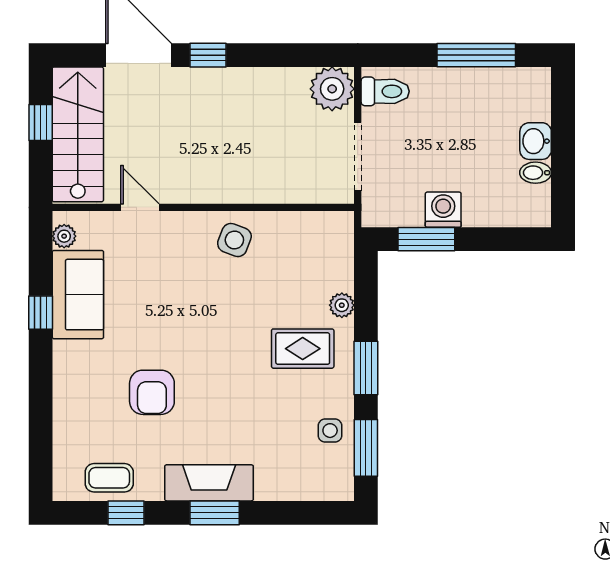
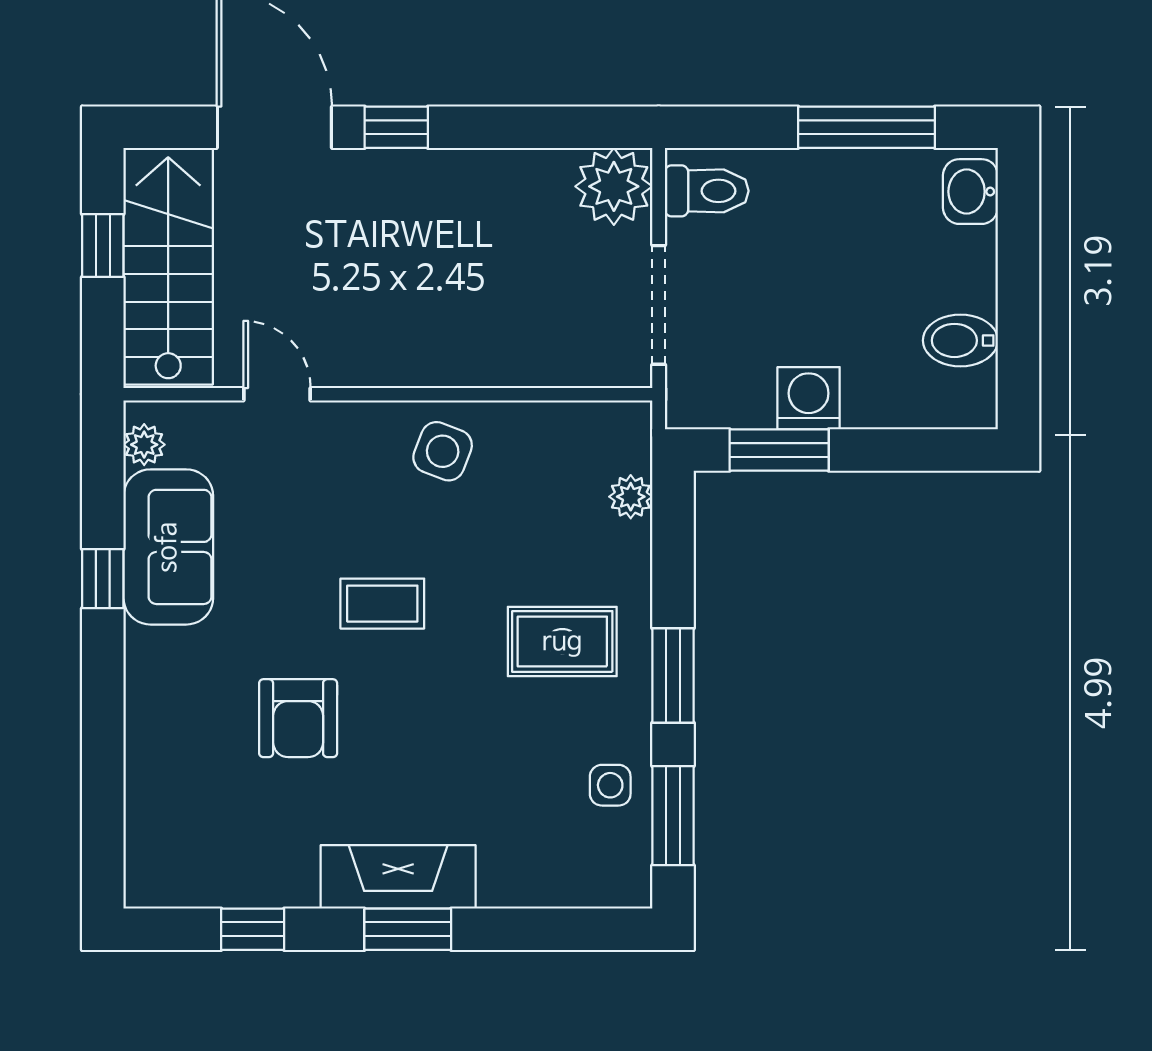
washbasin: (536, 141) -> (970, 192), moved
bidet: (536, 173) -> (960, 340), width x1.38, depth x1.36
plant: (342, 305) -> (631, 497), moved
coffee table: (109, 478) -> (382, 604), moved

